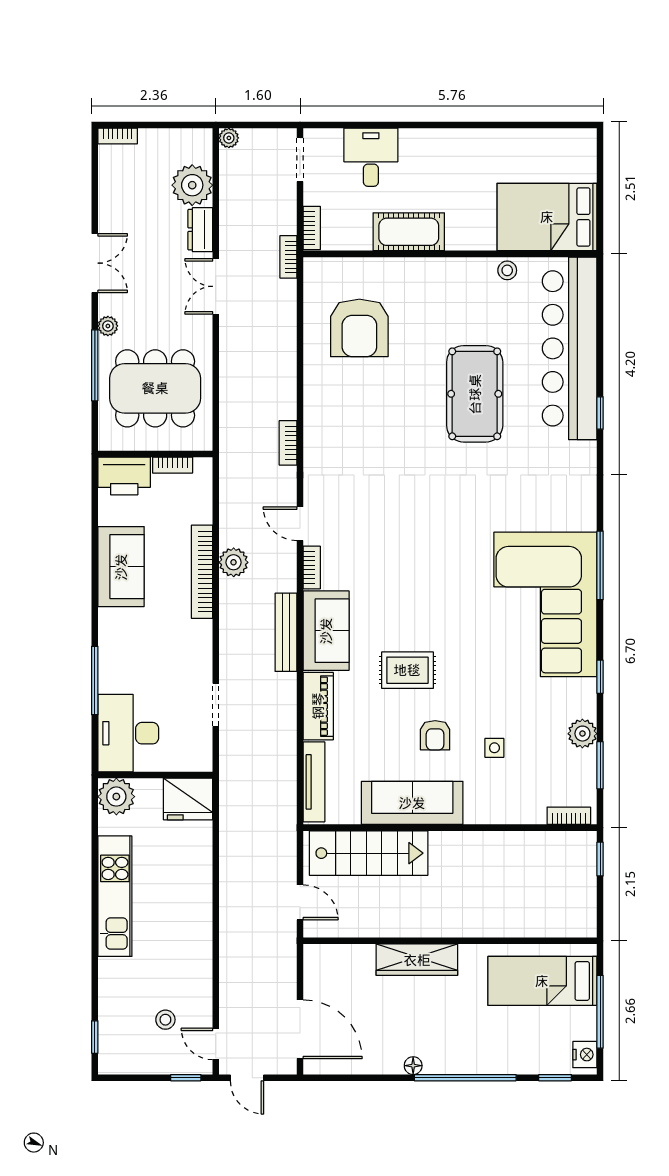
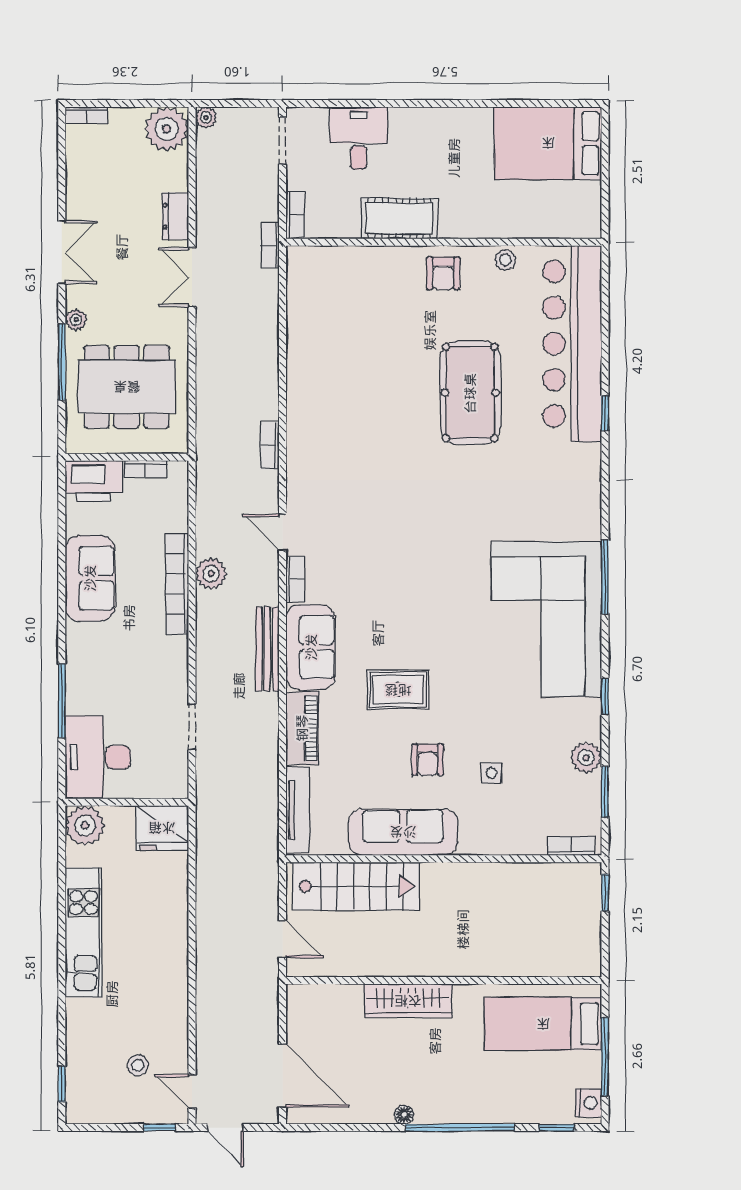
plant: (192, 185) -> (167, 129), moved
bed: (547, 217) -> (548, 143), moved
armchair: (359, 328) -> (443, 273), moved, width x0.53, depth x0.53

